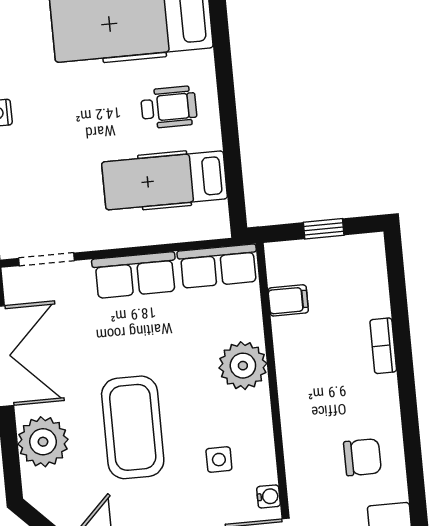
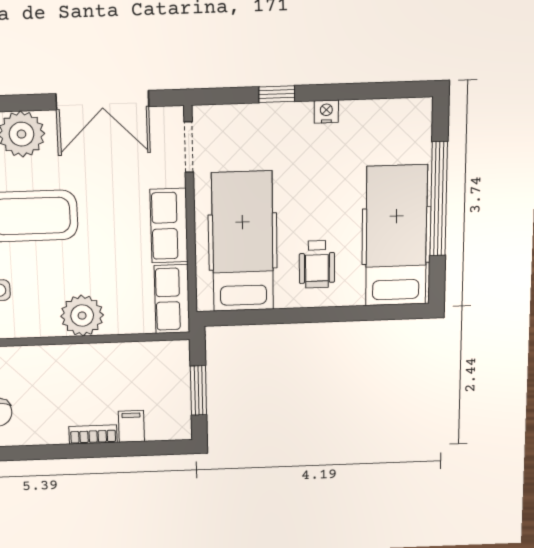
hospital bed: (165, 180) -> (243, 242), width x1.37, depth x1.29
window: (324, 229) -> (198, 390), width x1.50
filing cabinet: (288, 300) -> (131, 426), moved, turned 180

